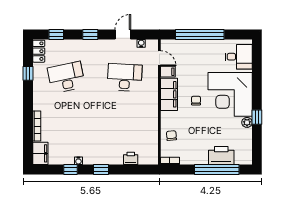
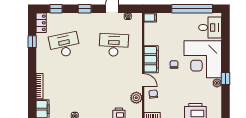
window: (200, 35) -> (192, 9), moved
door: (159, 58) -> (143, 80), moved
filing cabinet: (168, 72) -> (150, 17), moved
plant: (151, 140) -> (136, 98), added

